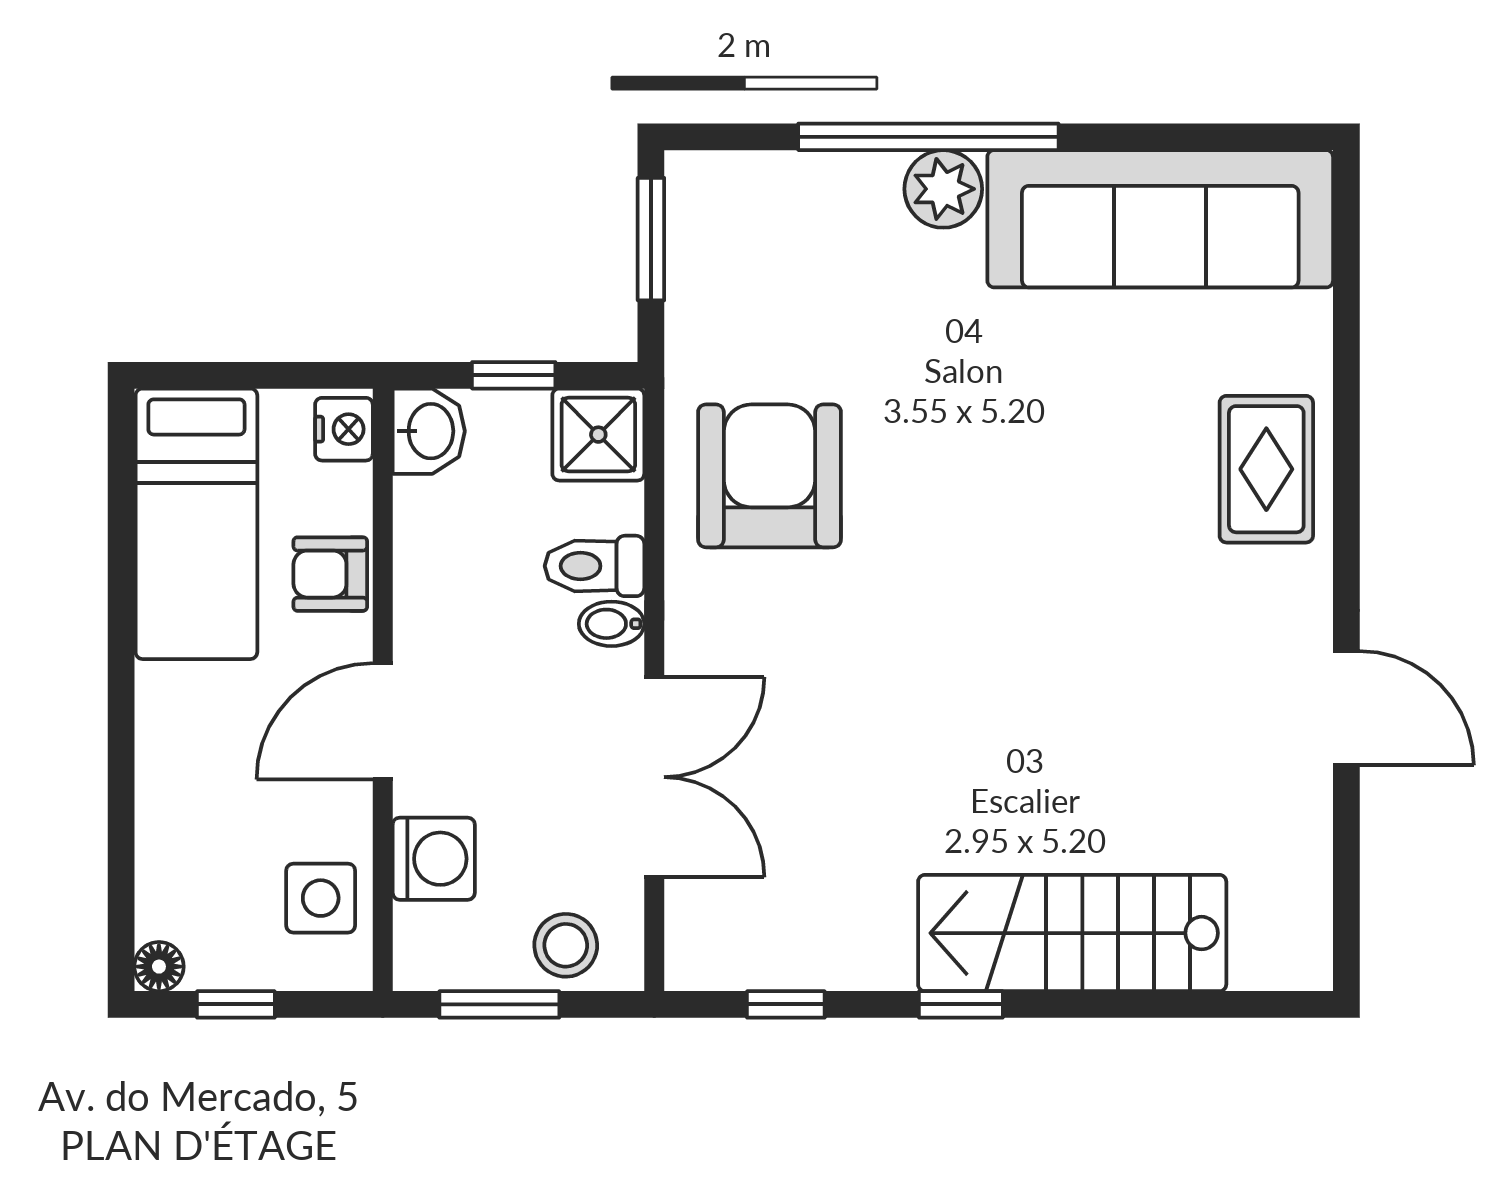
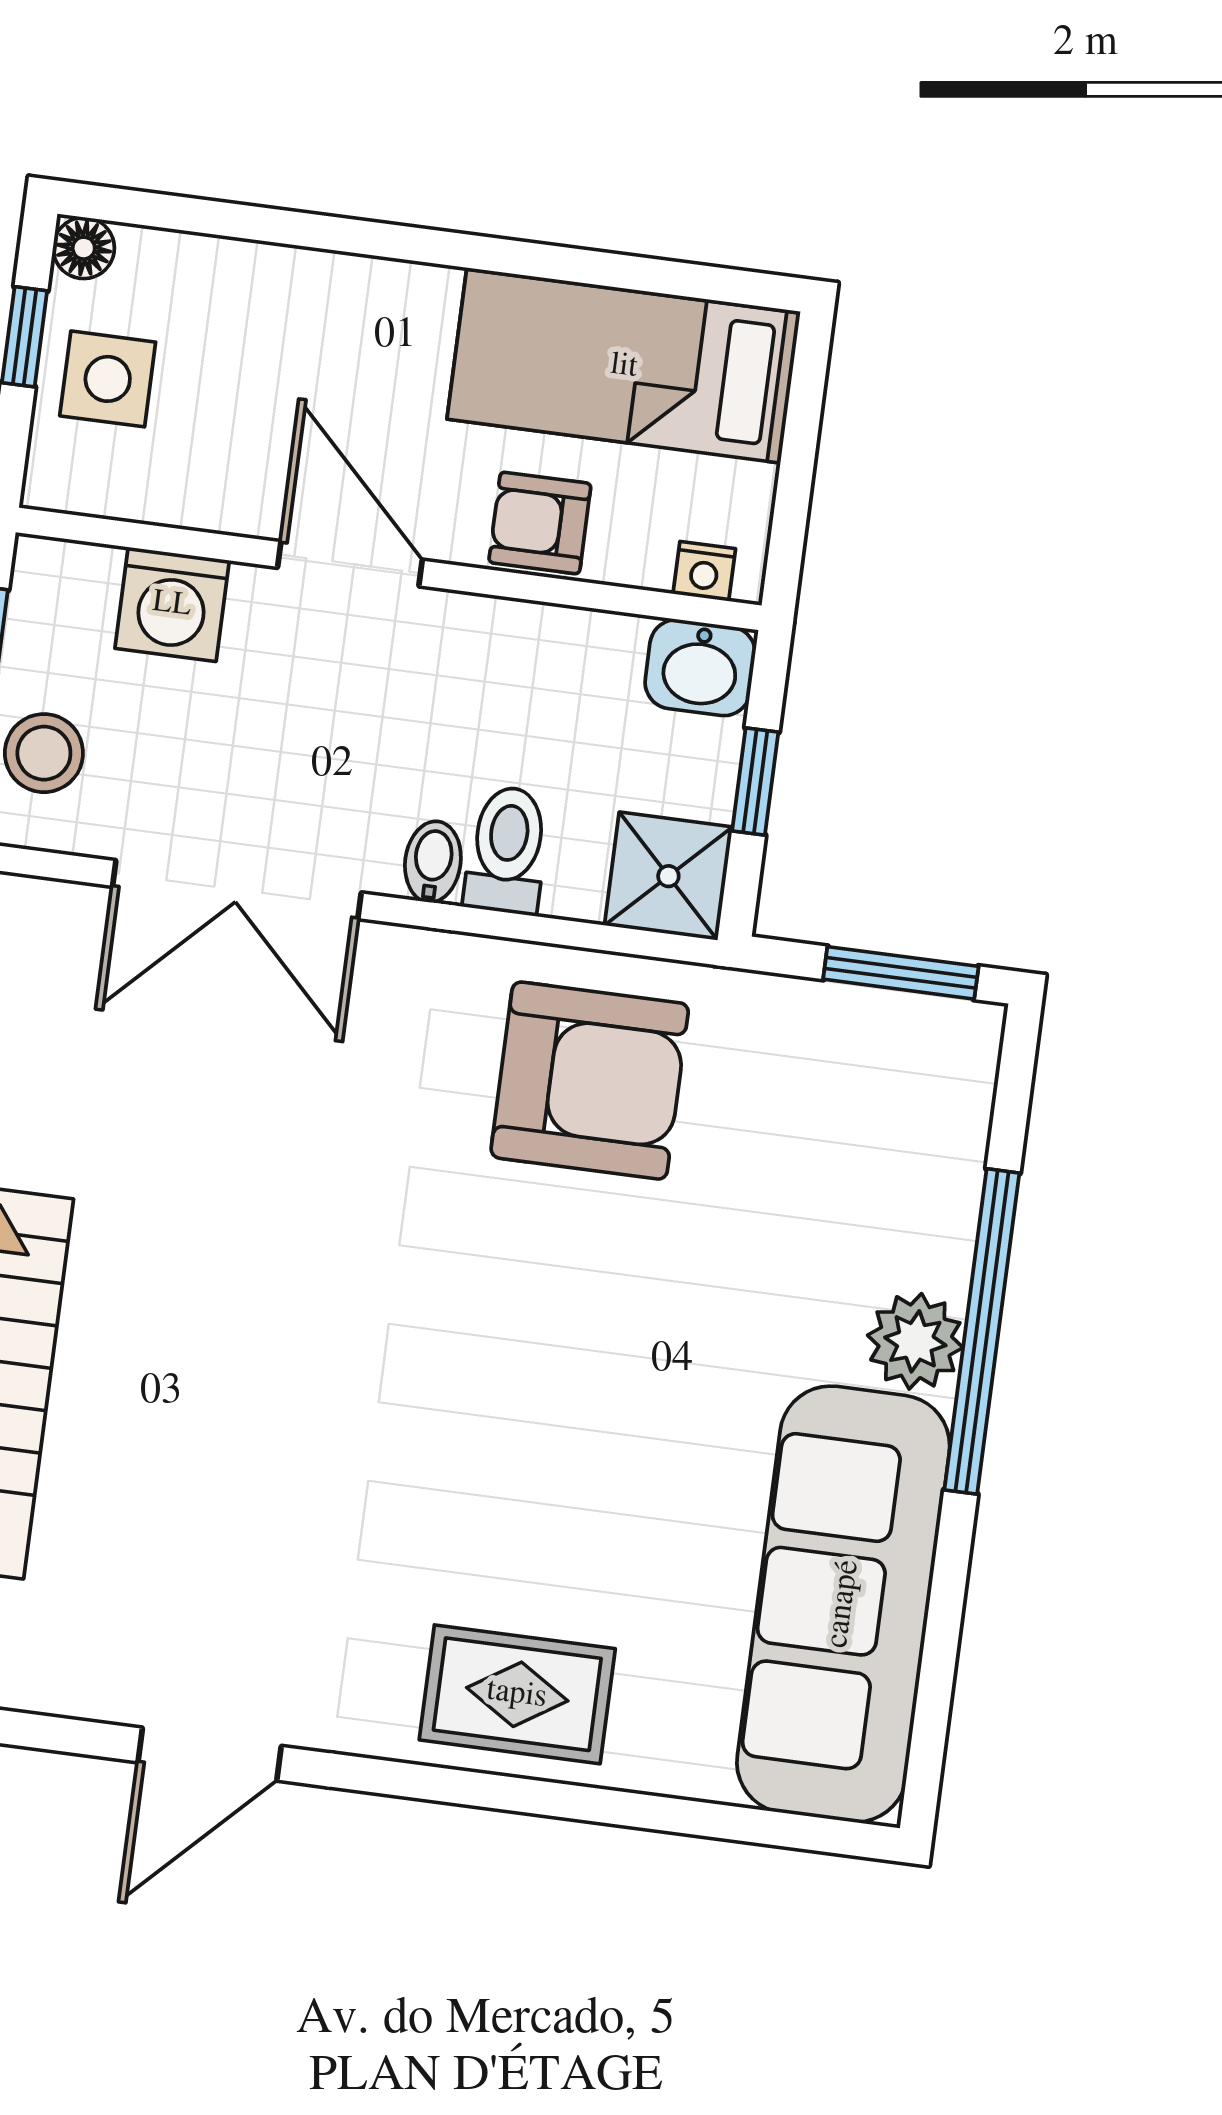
nightstand: (344, 429) -> (704, 571), width x0.72, depth x0.74
armchair: (330, 574) -> (540, 523), turned -90
side table: (321, 898) -> (108, 379), moved

